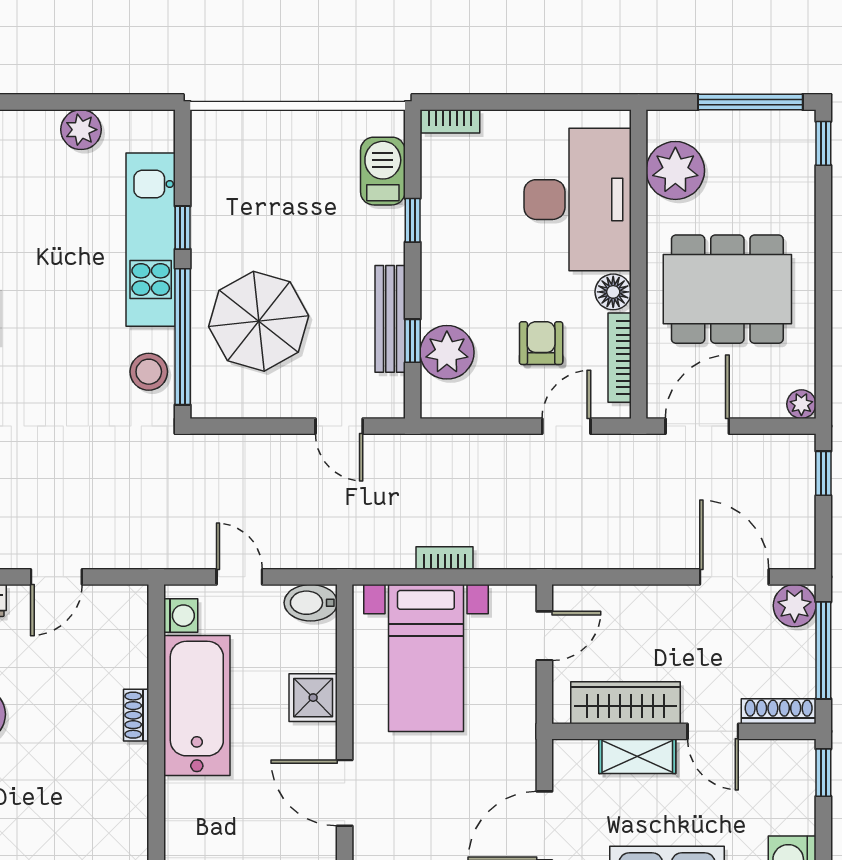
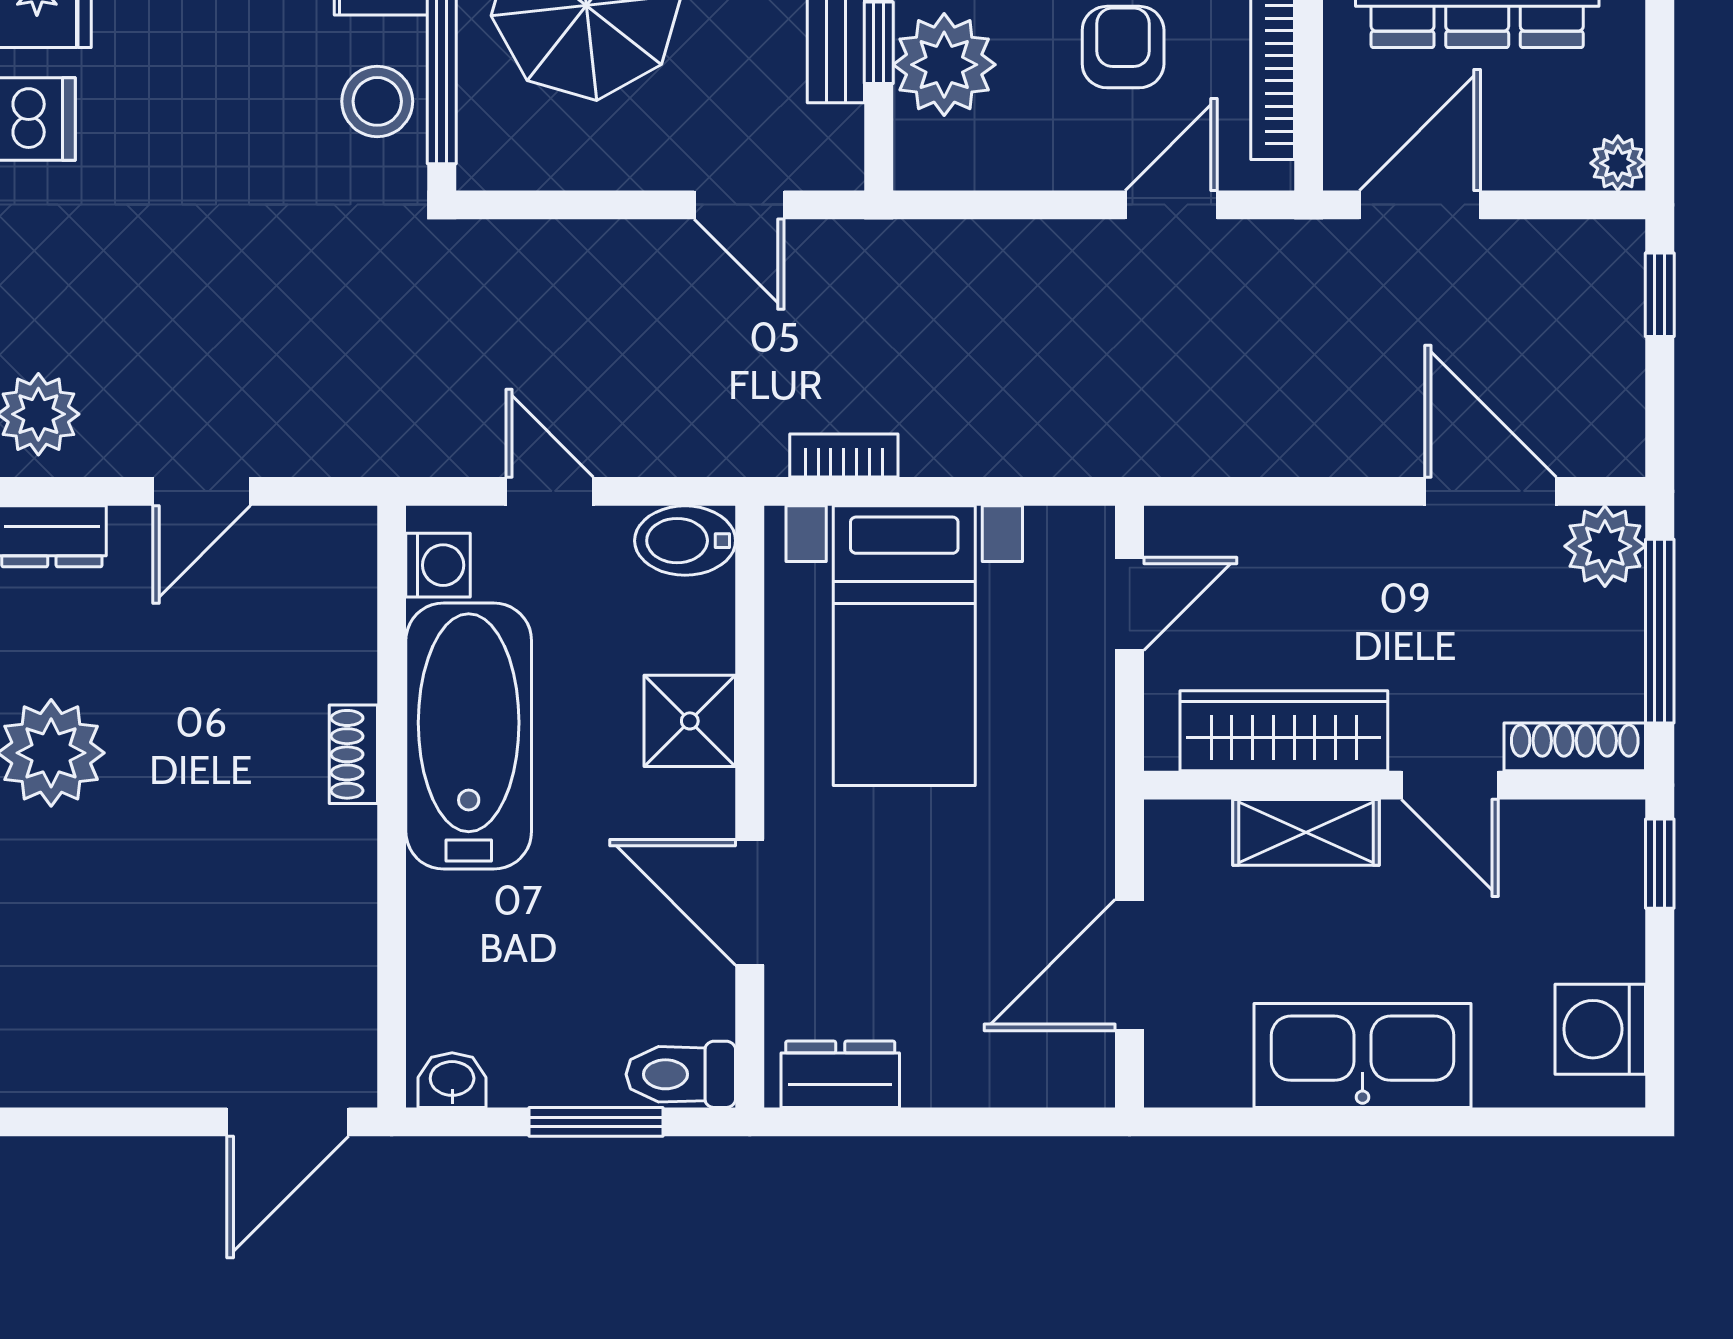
bookcase: (445, 558) -> (844, 456), moved

